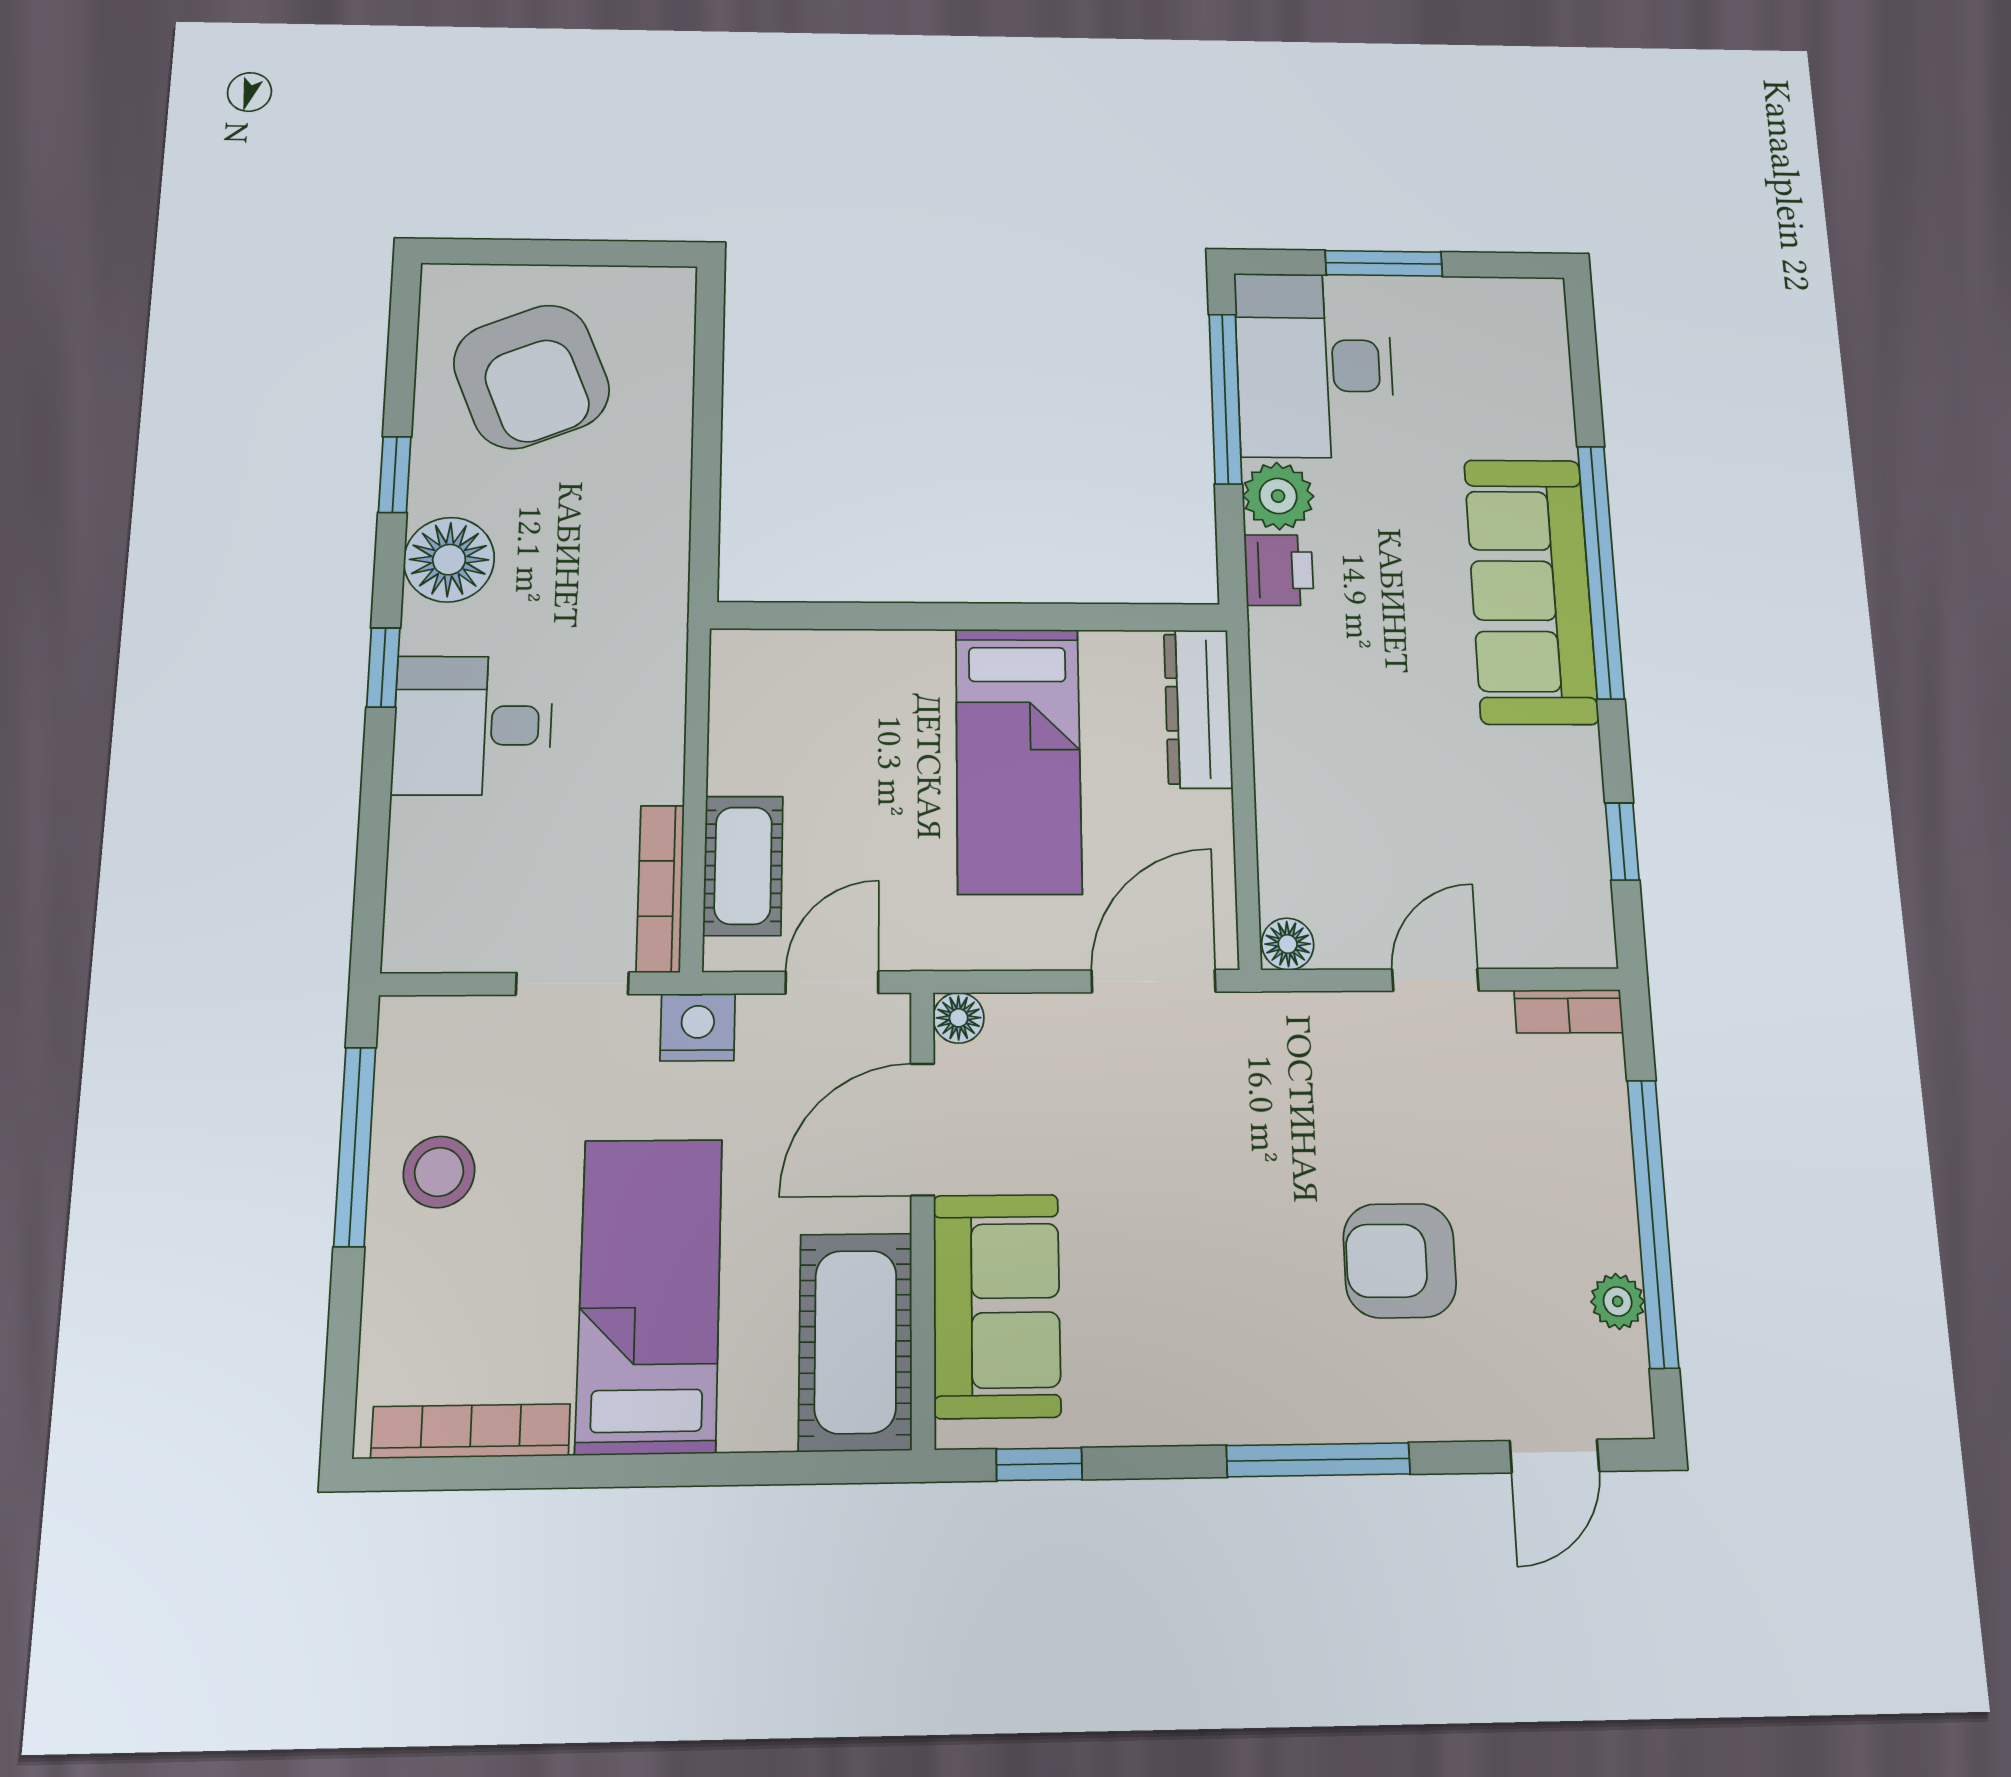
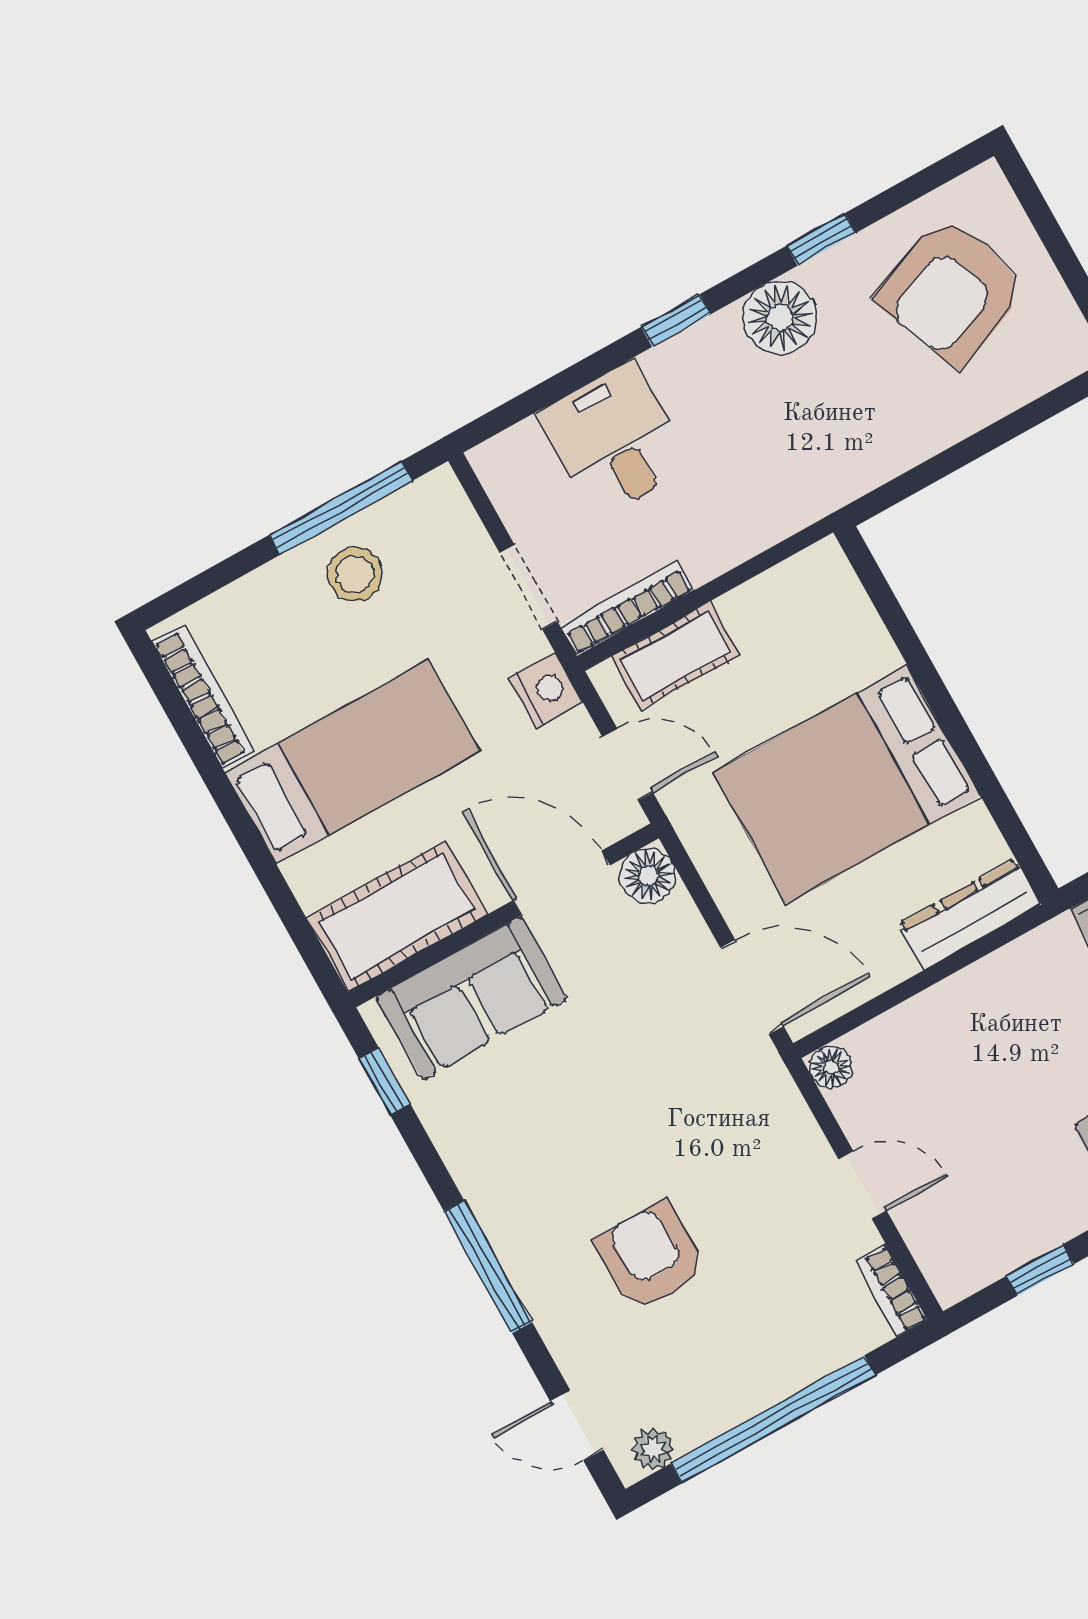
desk: (473, 725) -> (614, 439), moved
bed: (1018, 760) -> (847, 785), width x1.50
floor lamp: (959, 1018) -> (648, 876), width x1.37, depth x1.37
plant: (1618, 1301) -> (653, 1449), moved

